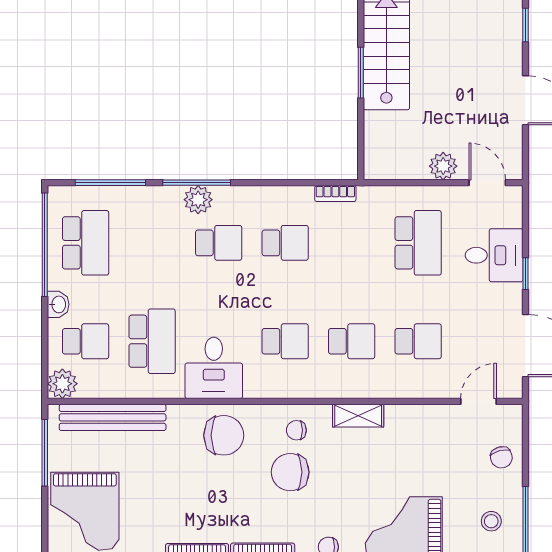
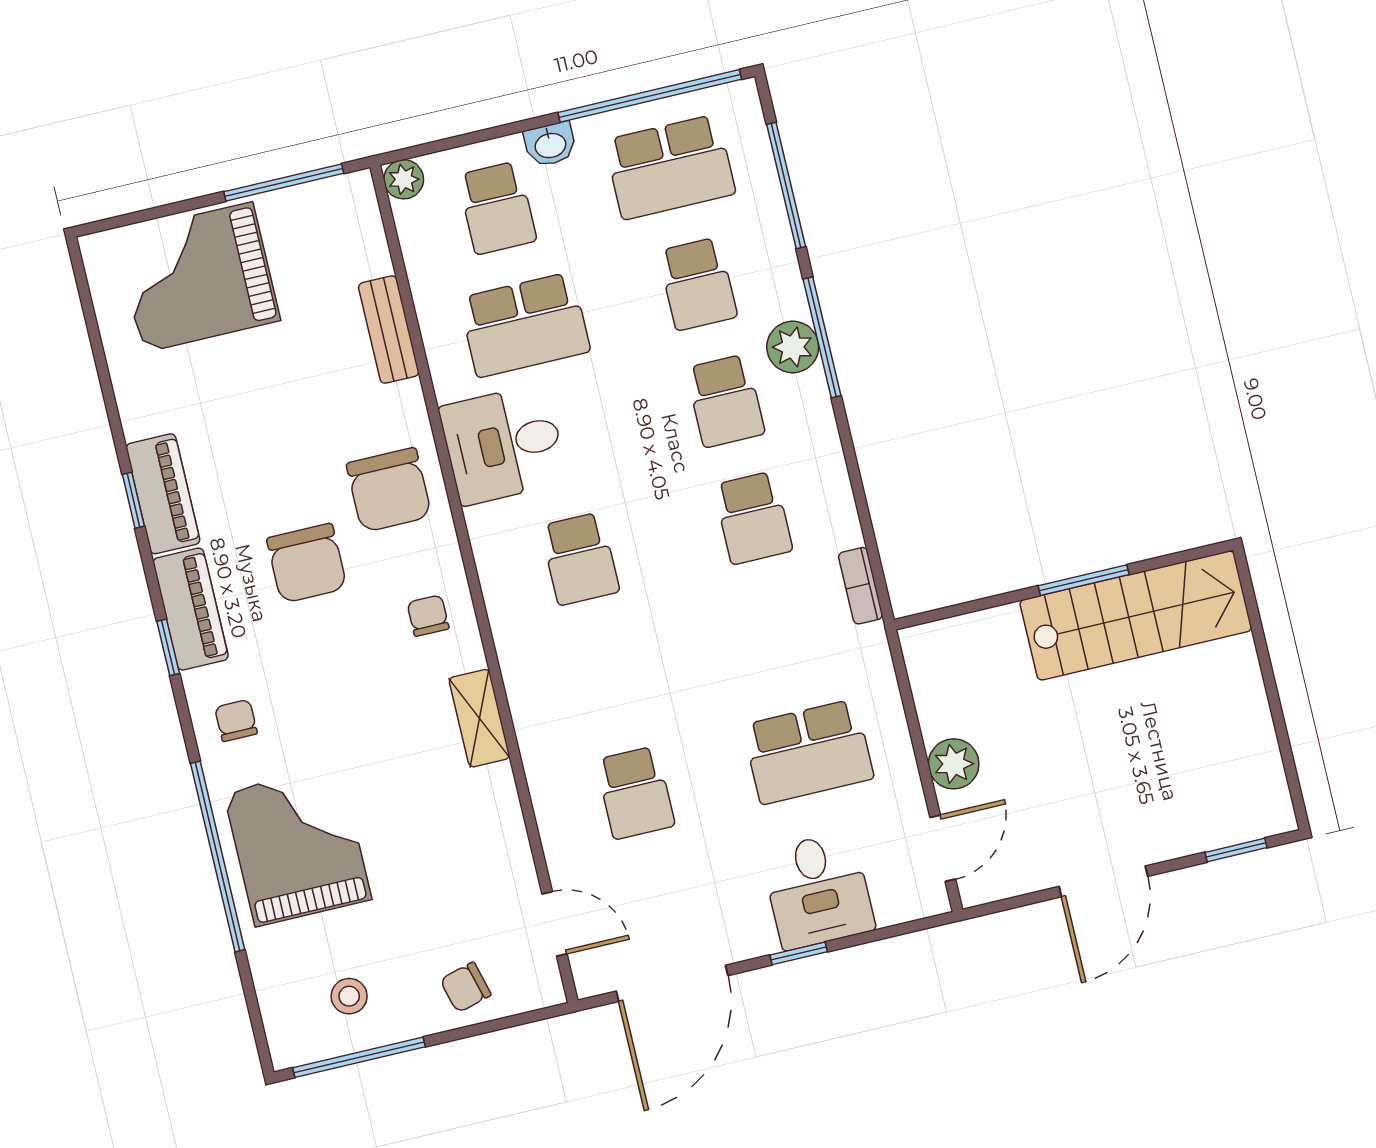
school desk: (352, 341) -> (698, 284), moved
plant: (62, 384) -> (404, 179), width x0.73, depth x0.73
bench: (113, 417) -> (389, 330), width x0.54, depth x0.82
chair: (290, 472) -> (307, 563), moved, turned 180

